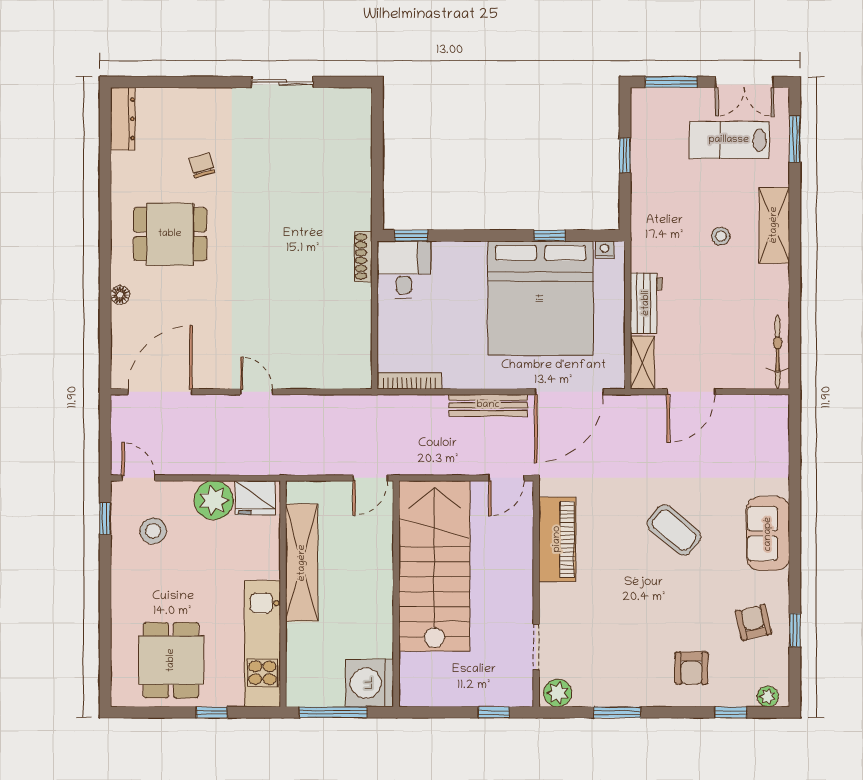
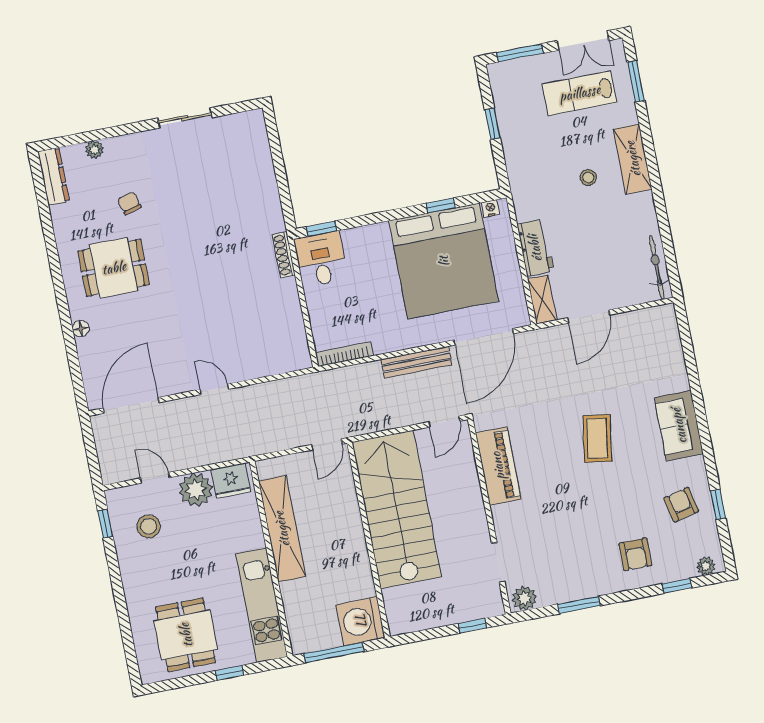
plant: (175, 98) -> (95, 150), added
door: (138, 478) -> (155, 478), moved
coffee table: (674, 530) -> (597, 438), turned 59

